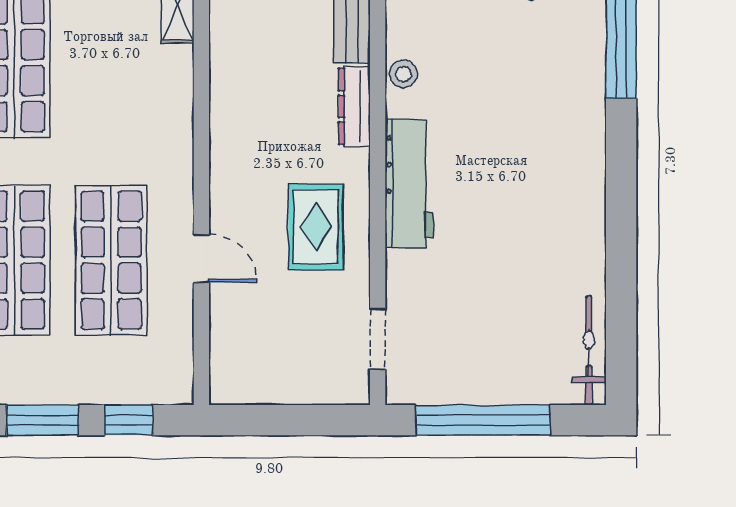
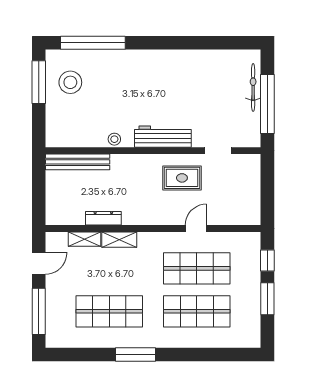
shelving: (176, 85) -> (119, 240), added
dresser: (354, 107) -> (103, 218), moved, turned 180
doorway: (378, 339) -> (218, 151), moved
bicycle: (589, 351) -> (253, 87), moved, turned 90

